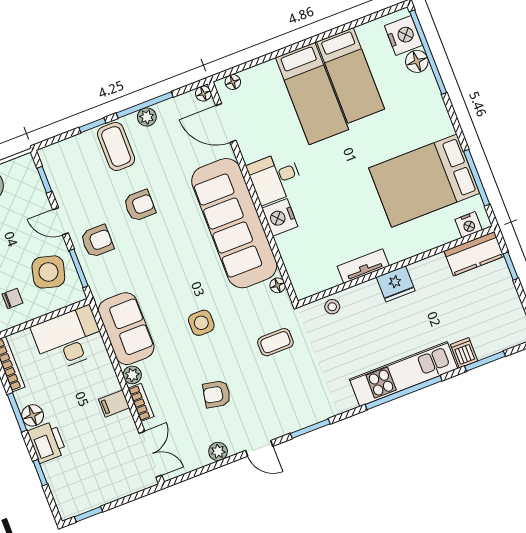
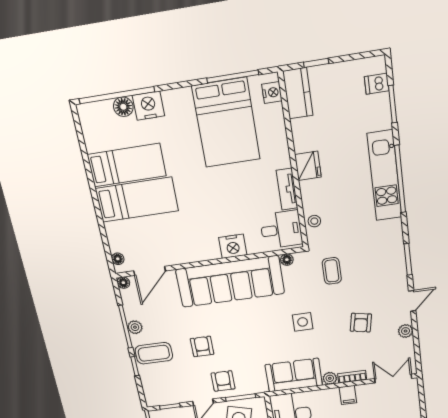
nightstand: (403, 35) -> (148, 106), moved
desk: (275, 178) -> (281, 230), moved, turned -90
dishwasher: (464, 353) -> (377, 84), moved

